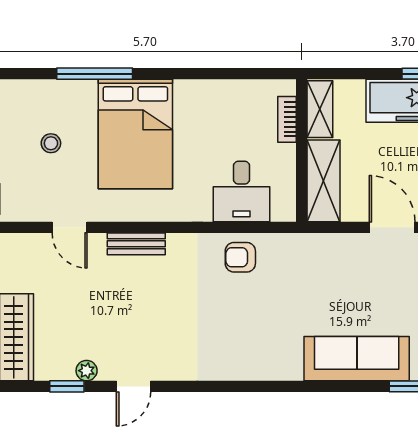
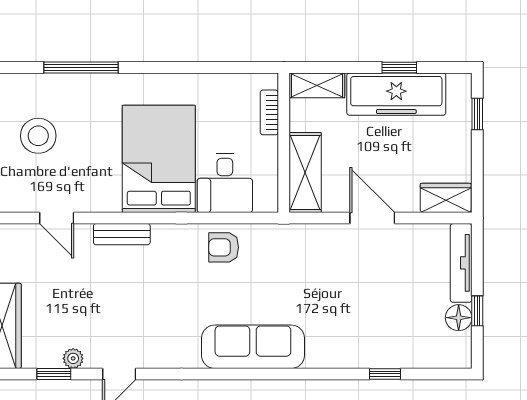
shelving: (320, 109) -> (317, 85), moved, turned 90
bed: (135, 134) -> (159, 159), moved, turned 180
stool: (51, 143) -> (38, 136), width x1.89, depth x1.89
sofa: (357, 359) -> (253, 347), moved

